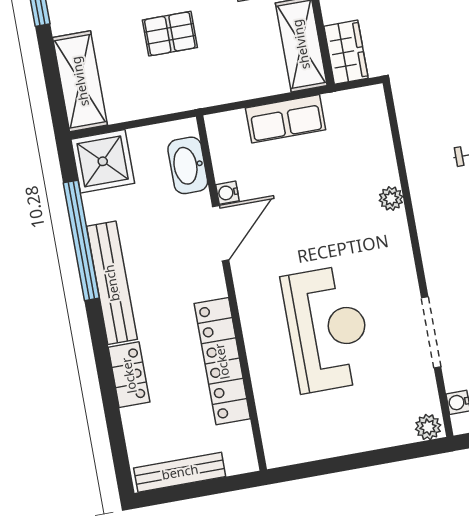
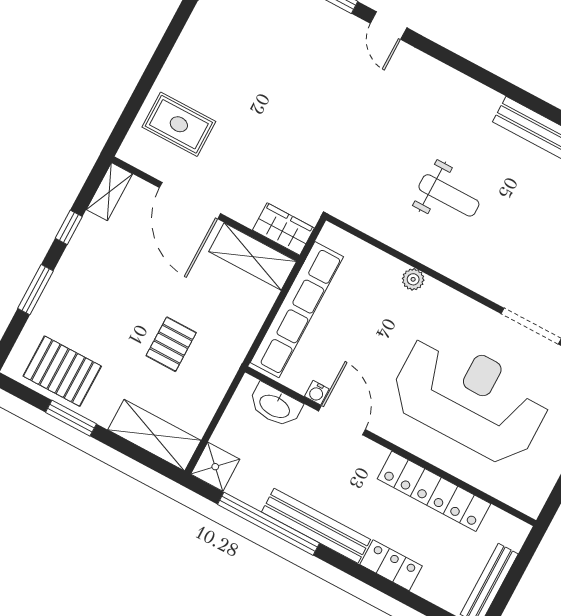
row of seats: (286, 119) -> (297, 310), width x2.02
shower: (103, 161) -> (215, 467), width x0.73, depth x0.73
reception desk: (327, 329) -> (470, 398), width x1.36, depth x1.30

